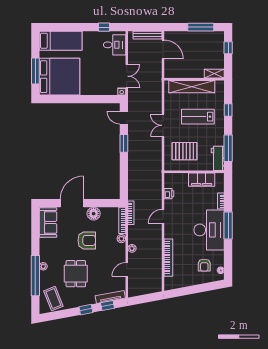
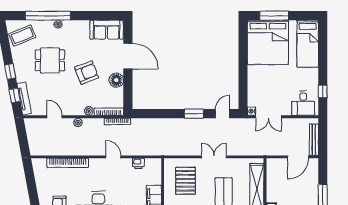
armchair: (87, 240) -> (87, 73), turned -111

